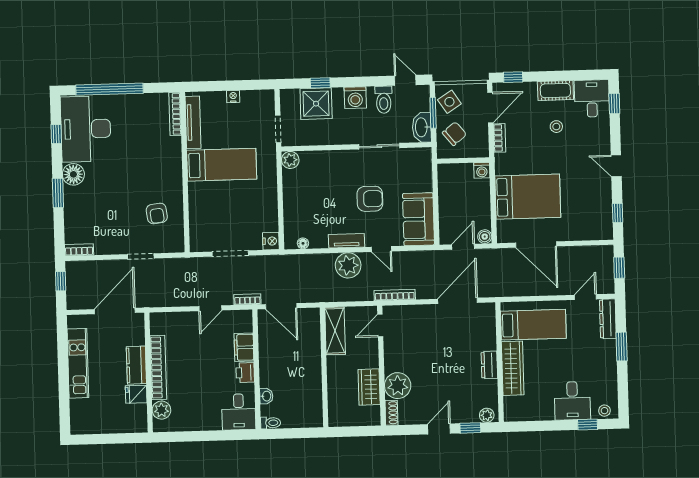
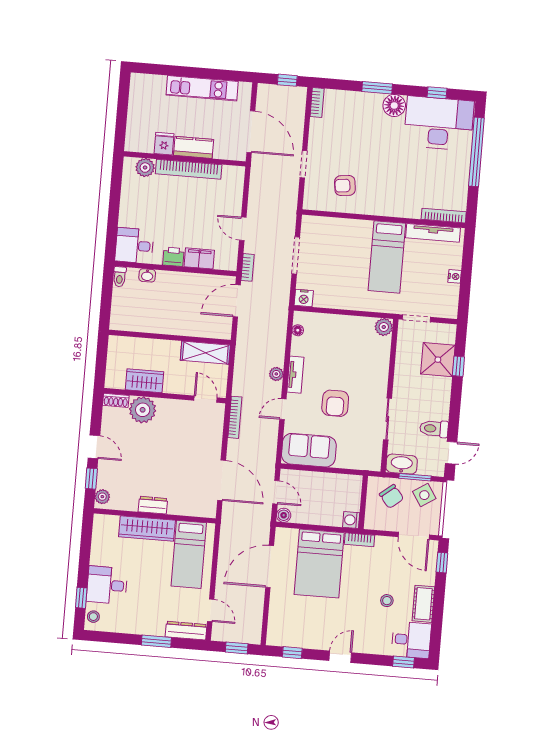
washing machine: (355, 98) -> (439, 400), removed
bookcase: (499, 138) -> (359, 540), moved
plant: (348, 265) -> (276, 374), width x0.53, depth x0.53

